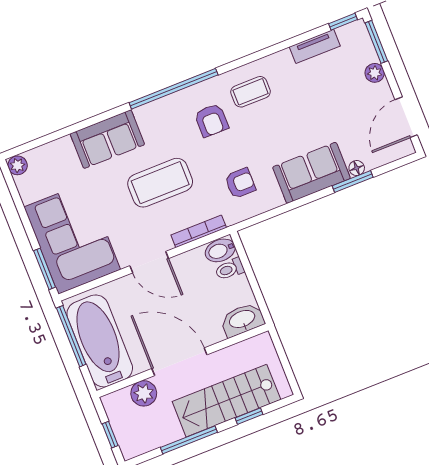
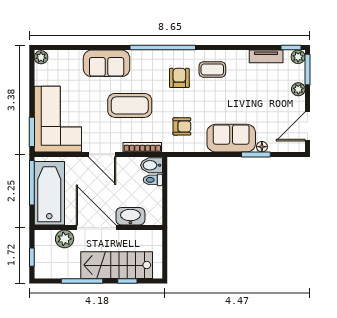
plant: (357, 30) -> (298, 57), added
armchair: (211, 120) -> (179, 78), turned 180
washbasin: (242, 320) -> (130, 216), moved

